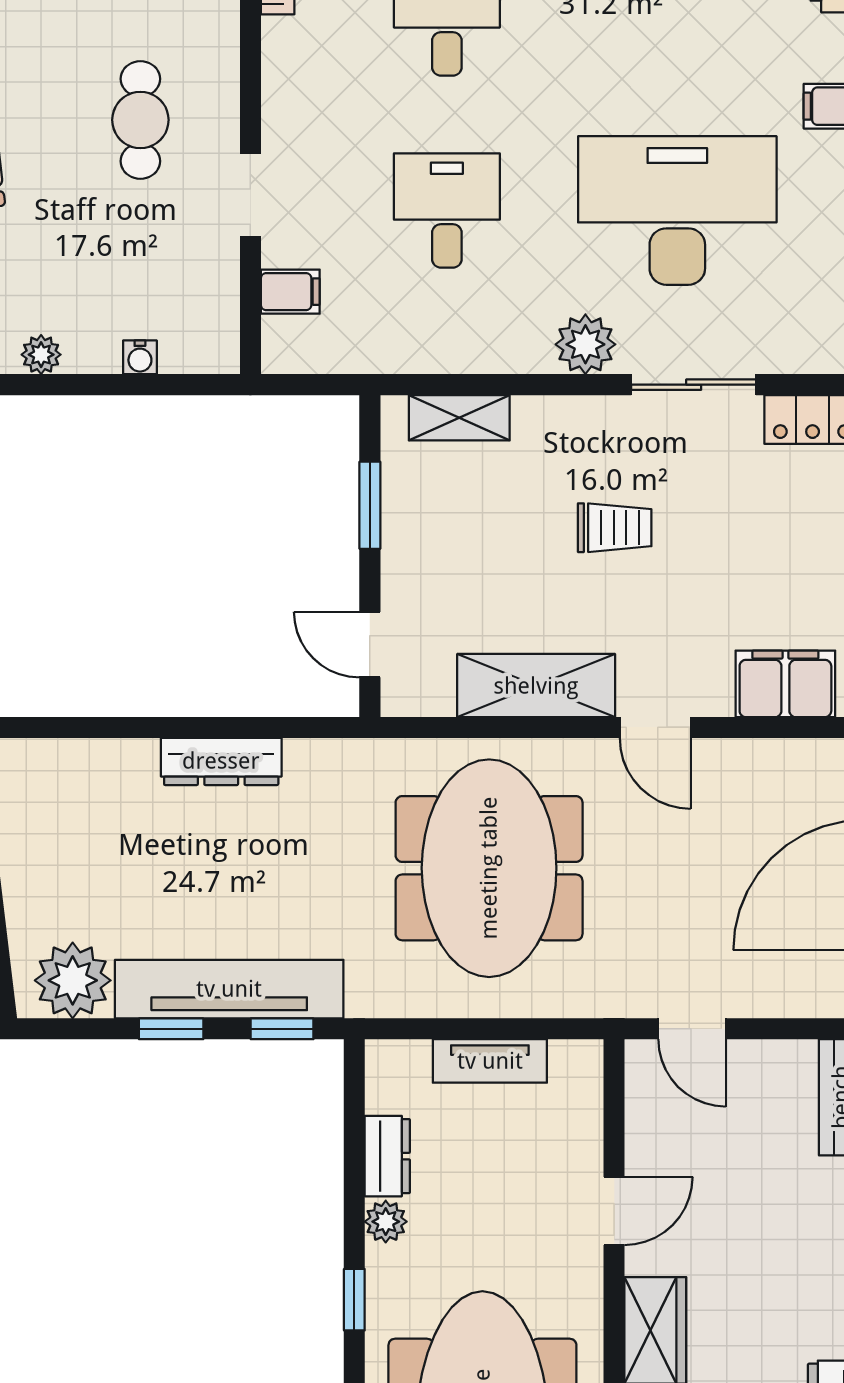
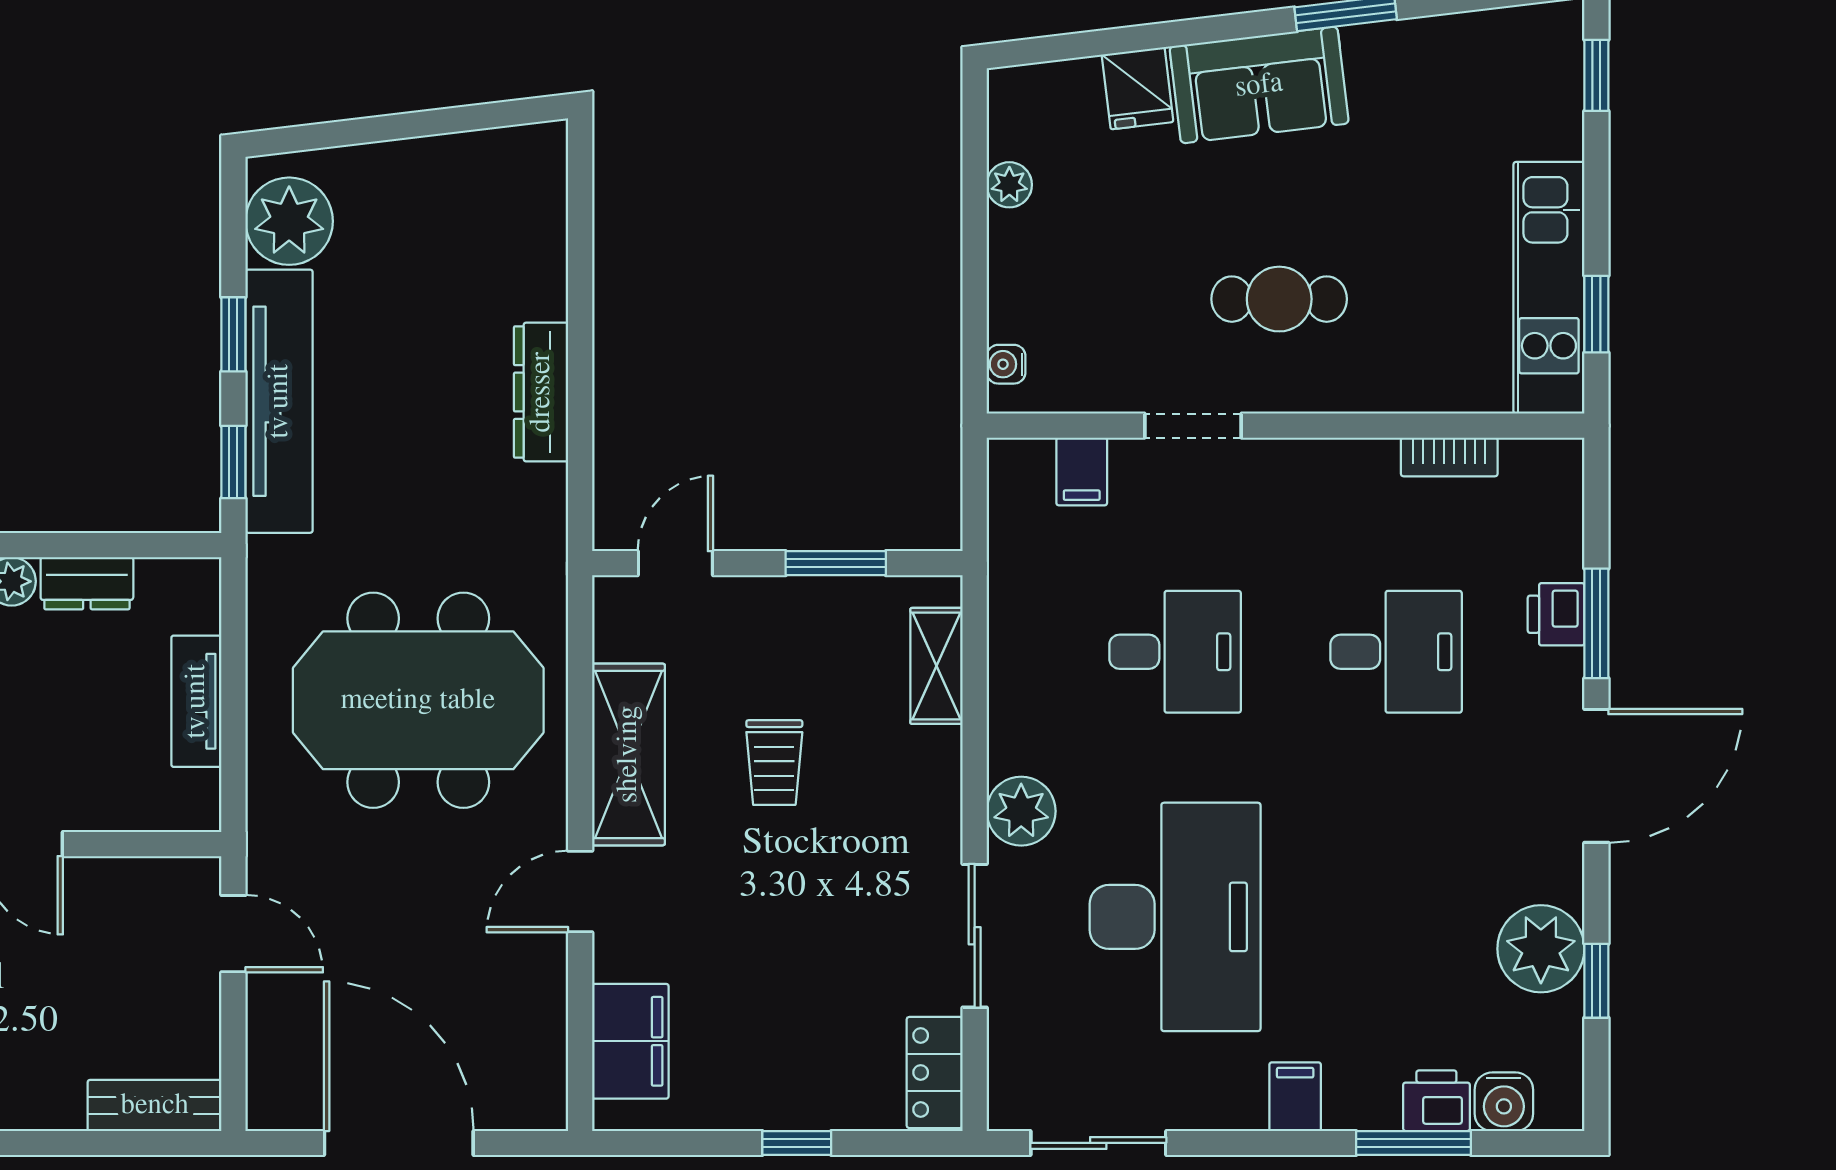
water cooler: (140, 357) -> (1006, 364), moved
trolley: (615, 528) -> (774, 763), moved
door: (692, 1029) -> (233, 934), swing flipped

